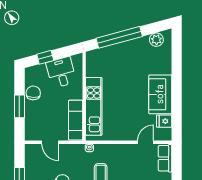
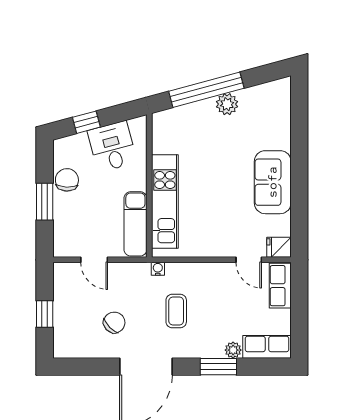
plant: (156, 40) -> (227, 104), moved
fridge: (164, 121) -> (279, 247), moved
door: (145, 142) -> (249, 260), swing flipped

